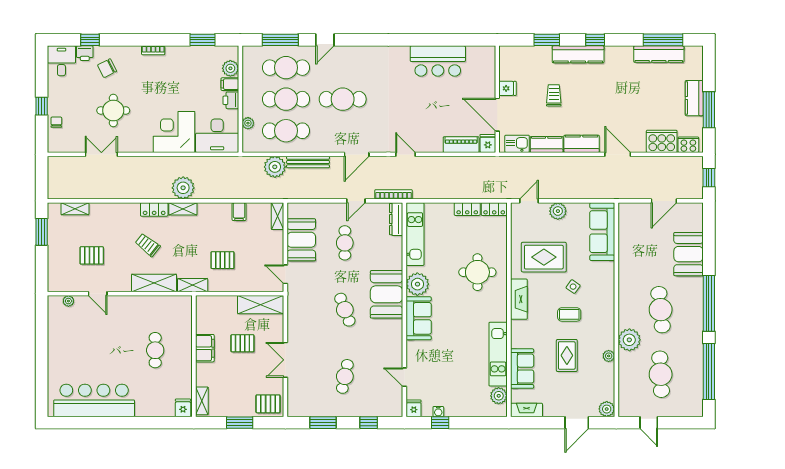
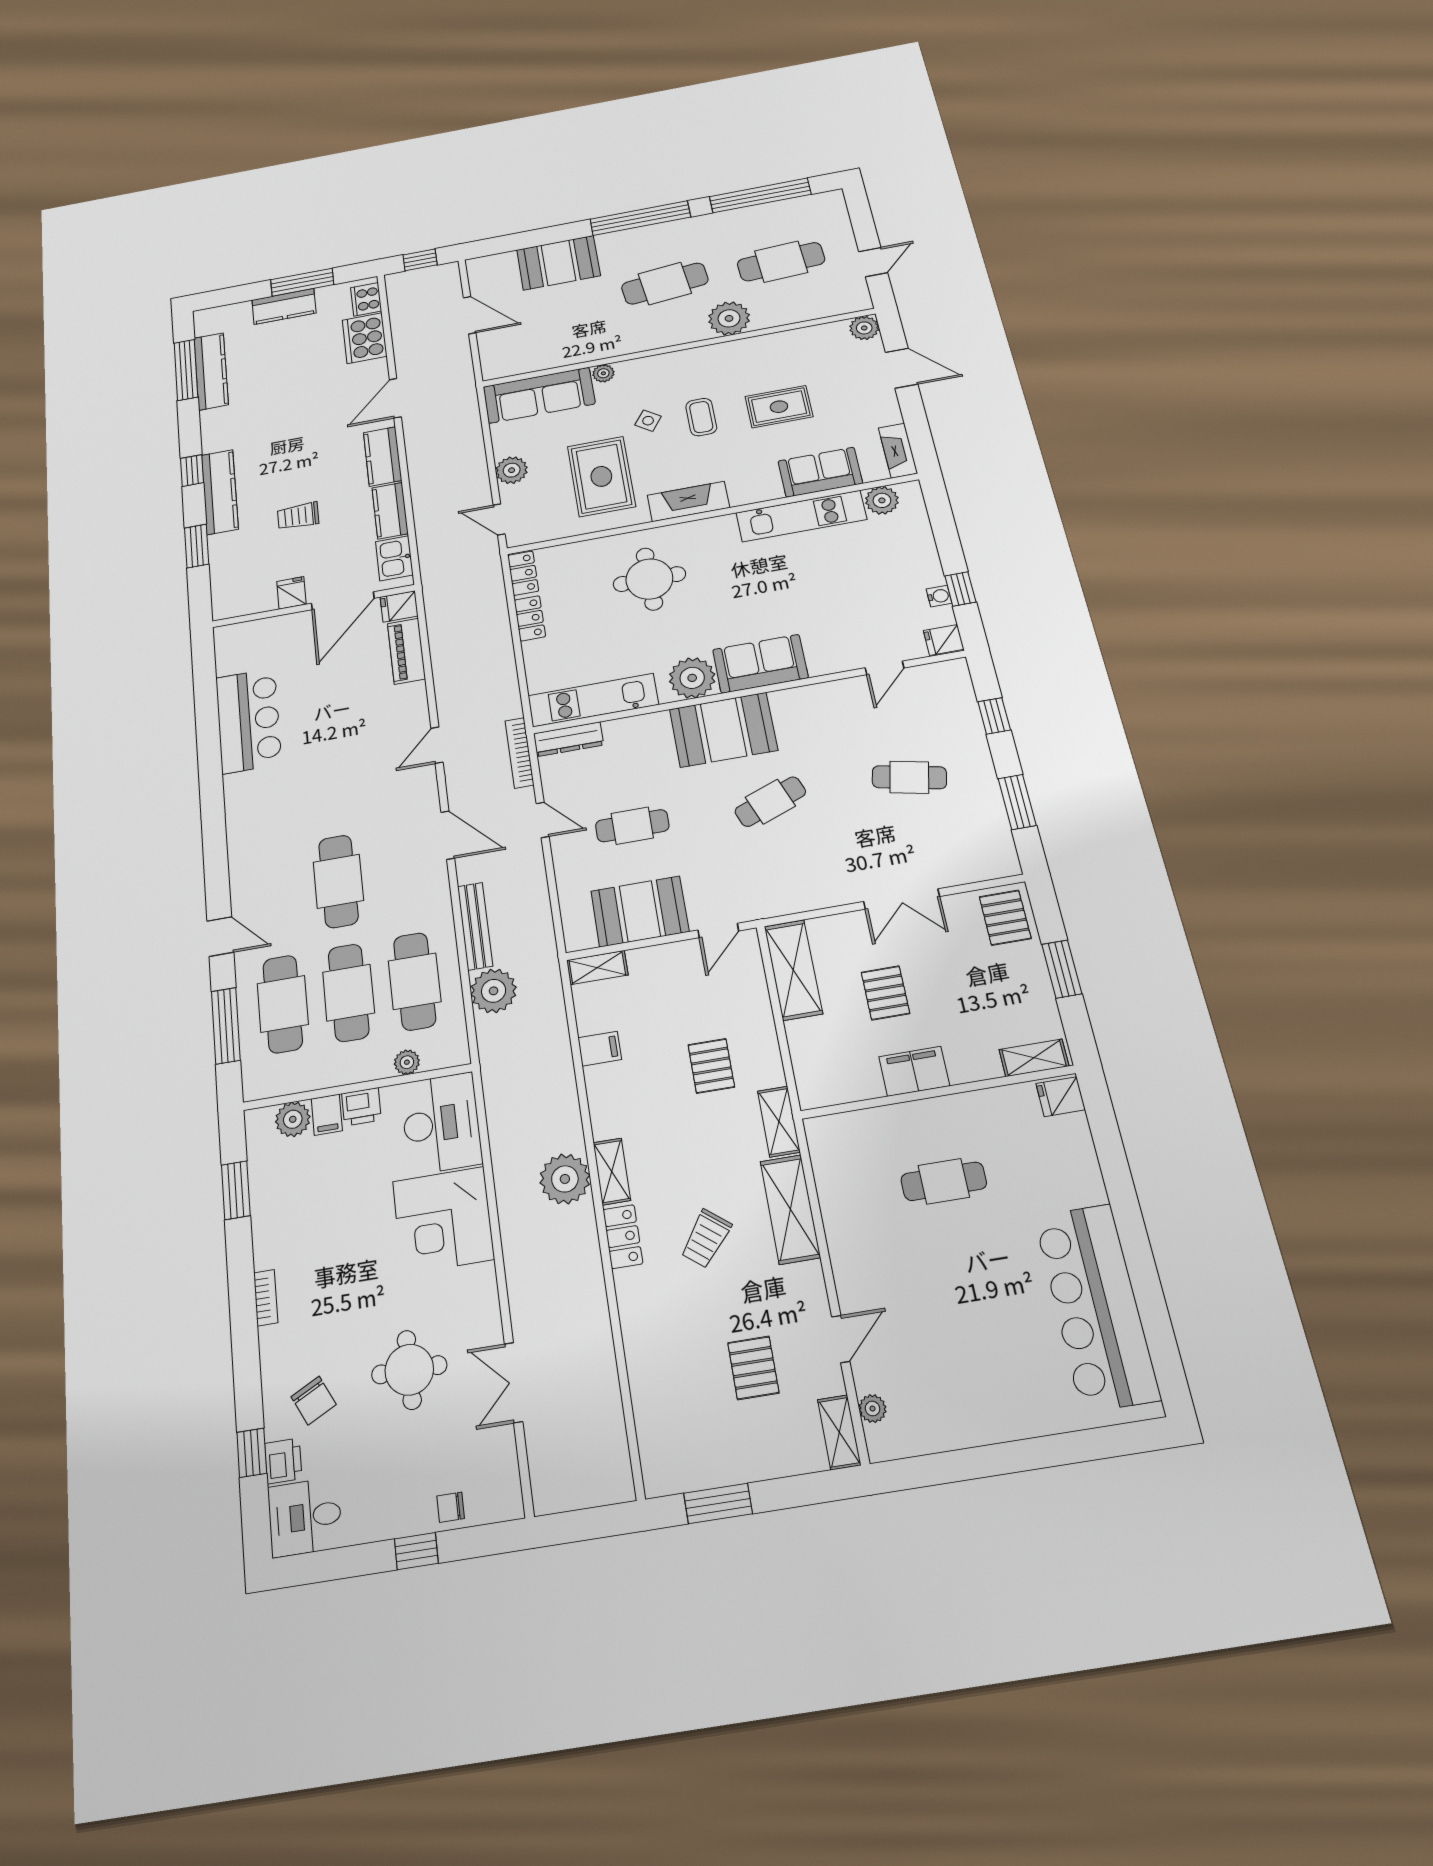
shelving: (75, 209) -> (839, 1432), moved
plant: (609, 356) -> (603, 373), moved

